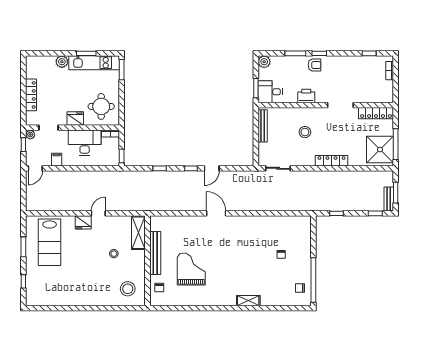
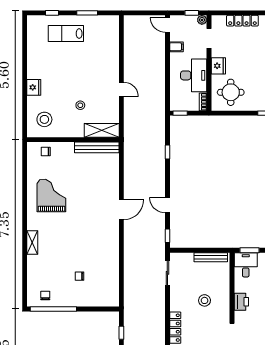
window: (191, 168) -> (167, 236), moved
fridge: (83, 222) -> (34, 87), moved, turned 180
lab bench: (50, 242) -> (66, 34), moved, width x0.73, depth x0.72
bench: (155, 253) -> (97, 147), moved
grand piano: (191, 269) -> (51, 195), moved, turned -90

